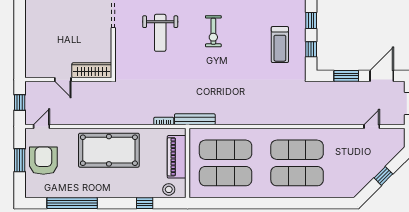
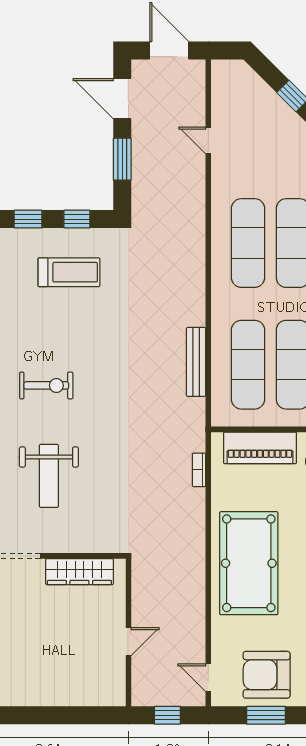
weight bench: (160, 33) -> (49, 476), turned 90
wardrobe: (92, 70) -> (79, 572), moved, turned -90
bench: (195, 119) -> (196, 362), moved
door: (372, 126) -> (208, 141), moved

